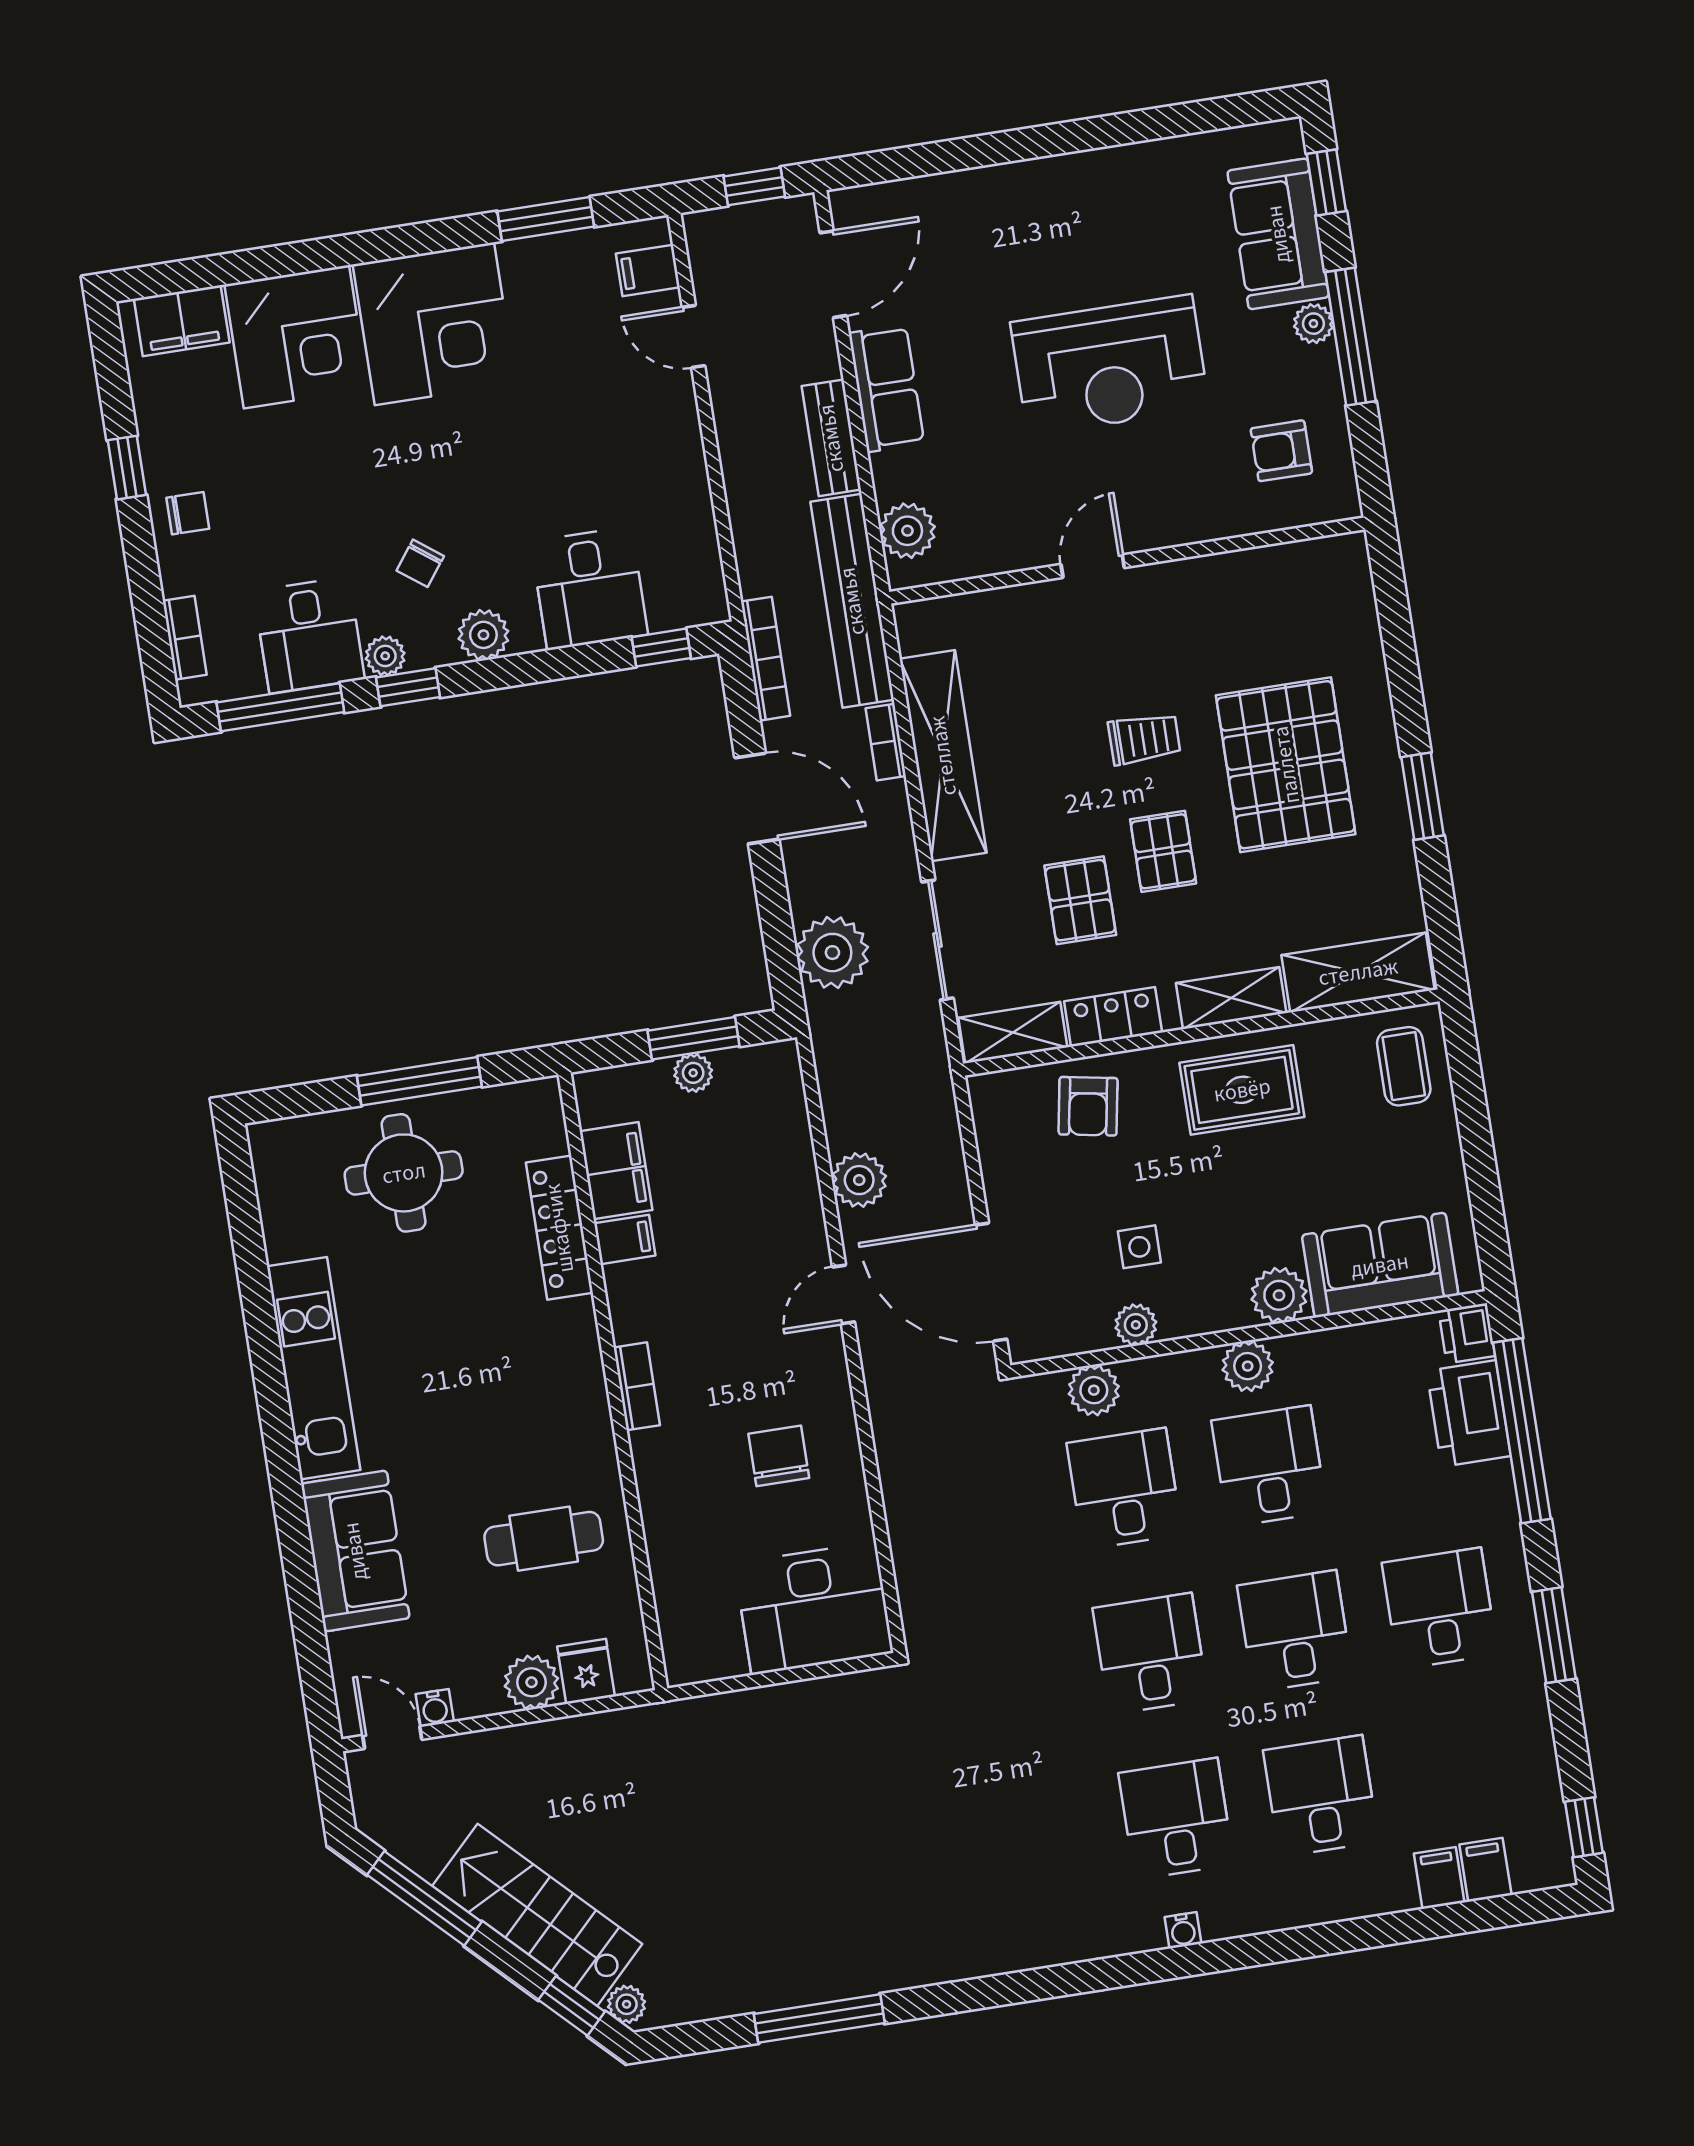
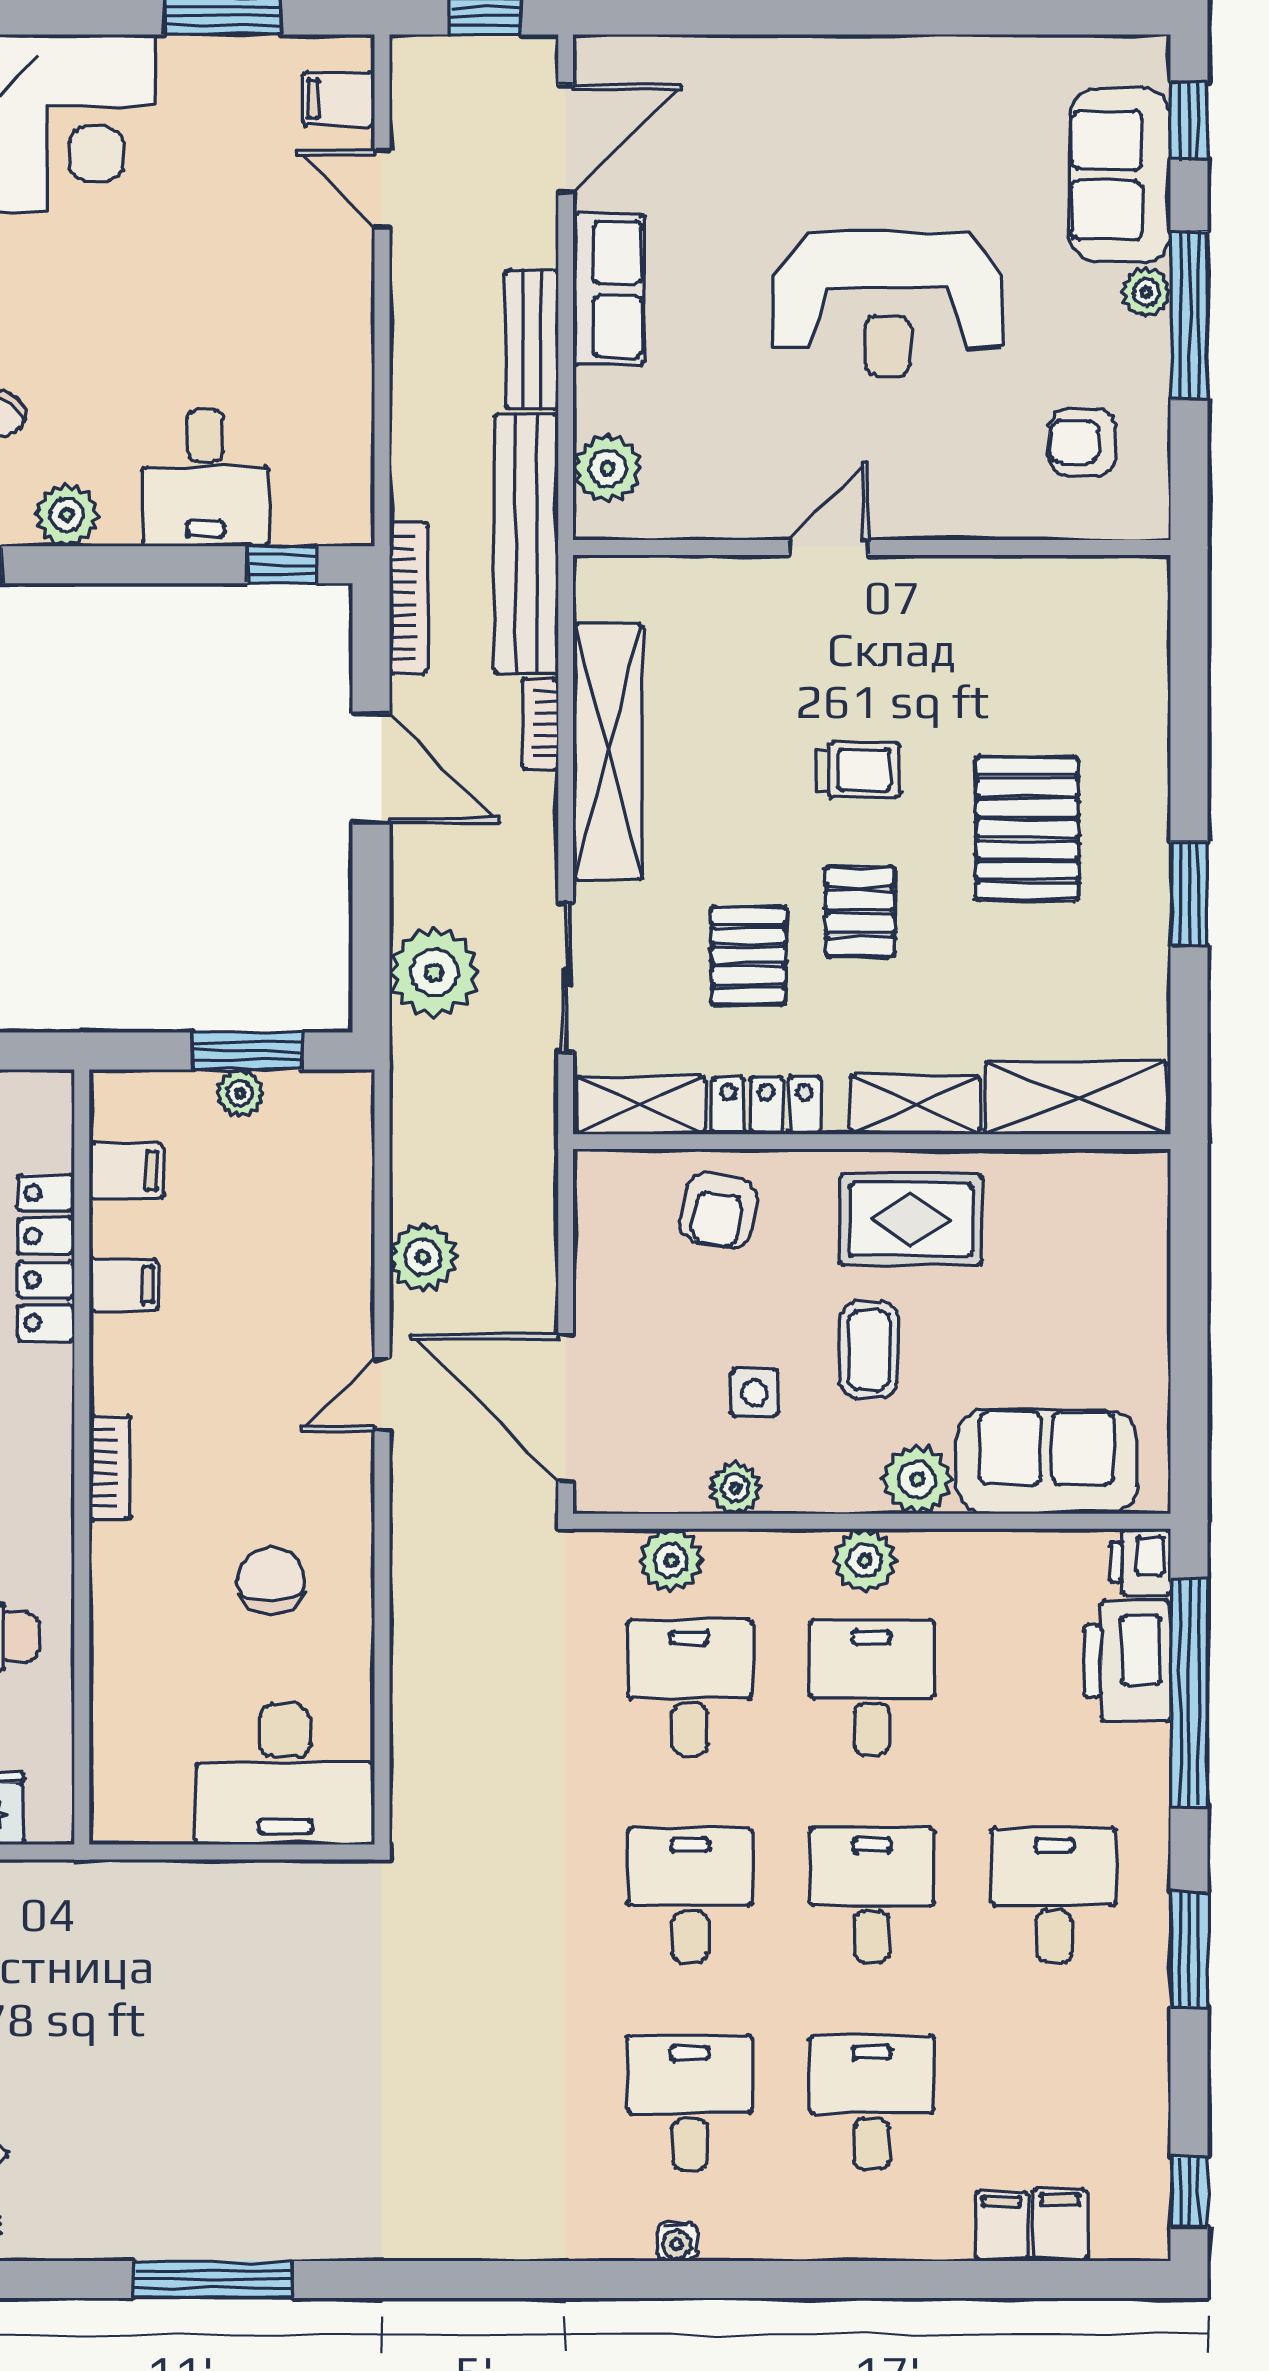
pallet: (1286, 765) -> (1027, 829), width x0.73, depth x0.71
coffee table: (1404, 1066) -> (869, 1350), moved
filing cabinet: (616, 1171) -> (126, 1171), width x0.50

